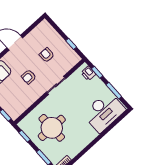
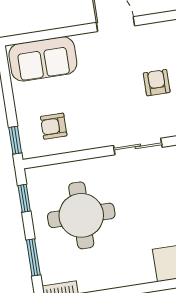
armchair: (29, 77) -> (54, 126), moved

